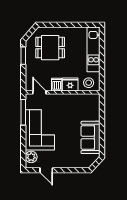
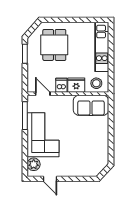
dining table: (50, 48) -> (54, 45), turned 90
sofa: (91, 137) -> (91, 105), moved, turned -90

